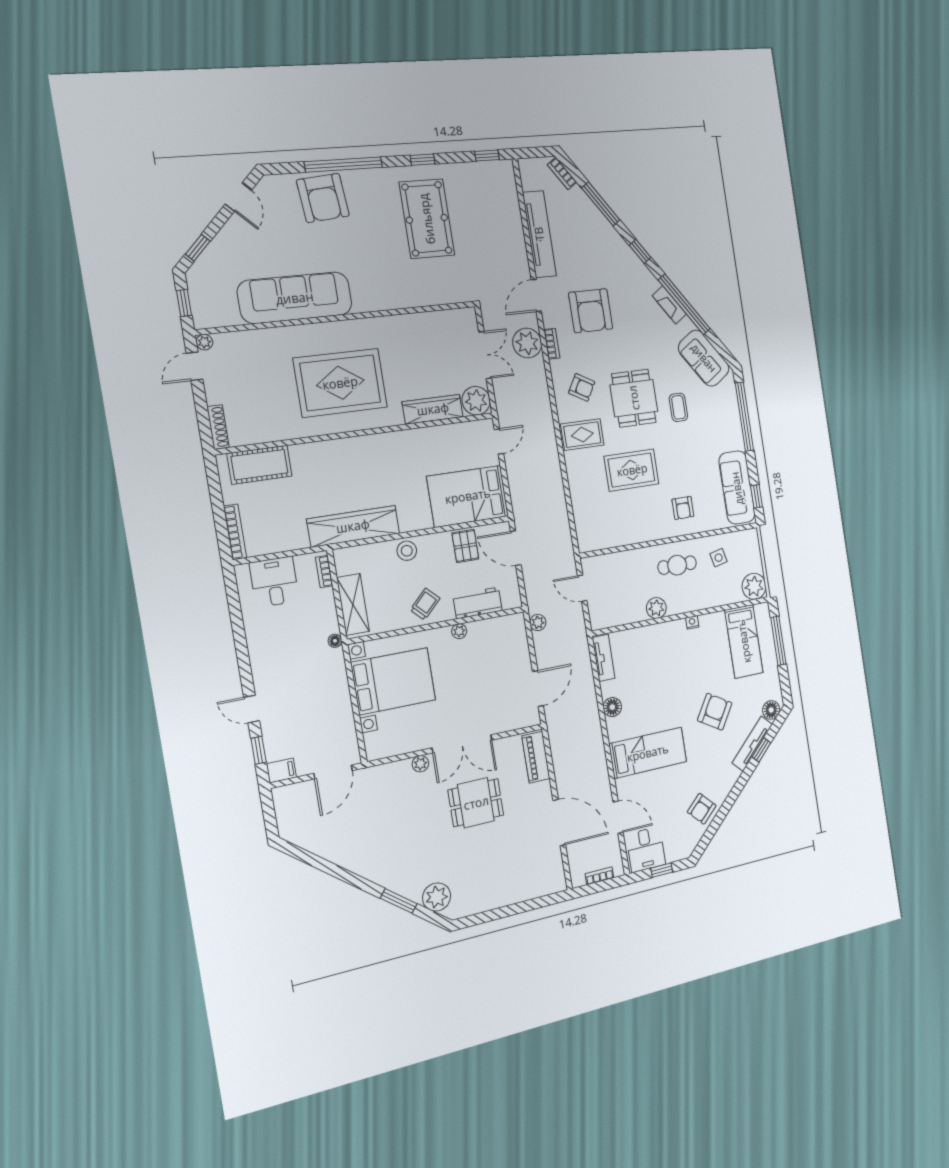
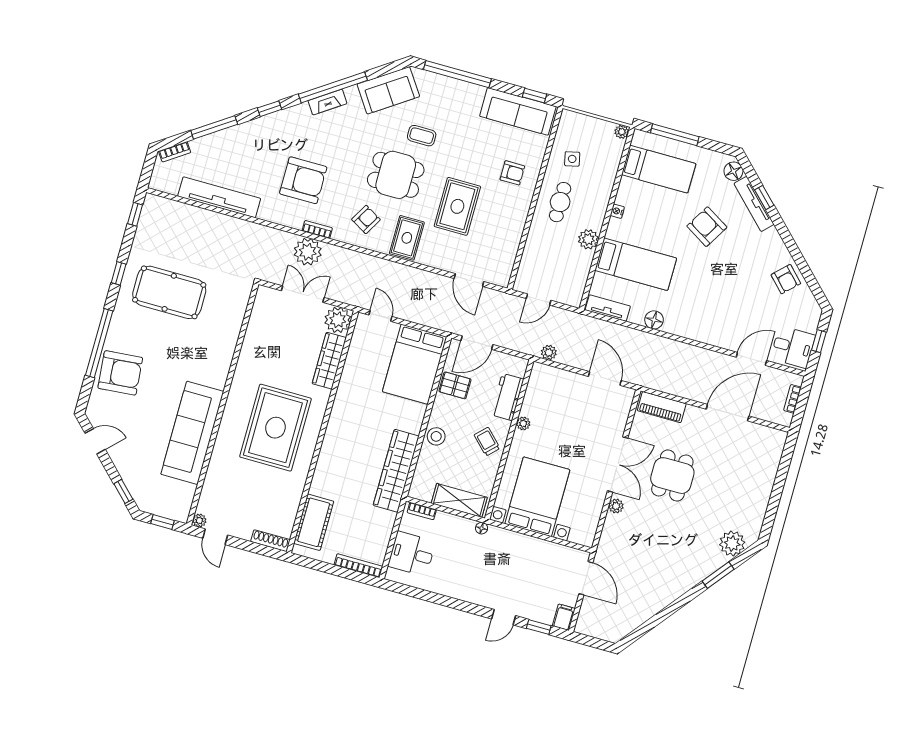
door: (536, 295) -> (469, 280), moved
plant: (754, 586) -> (622, 132), width x0.53, depth x0.53
bed: (648, 753) -> (636, 264), moved, turned 90

